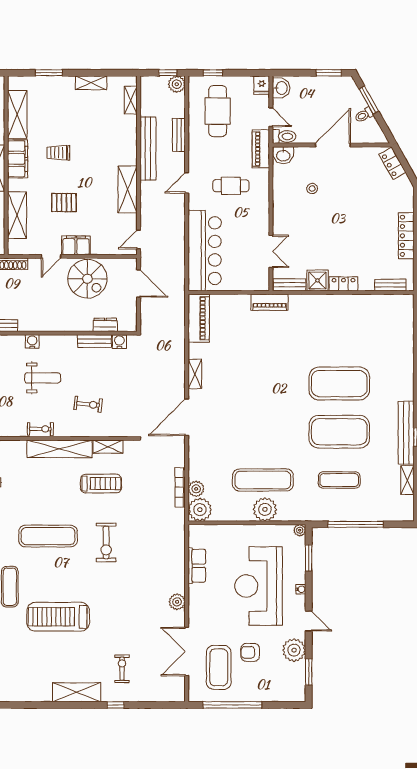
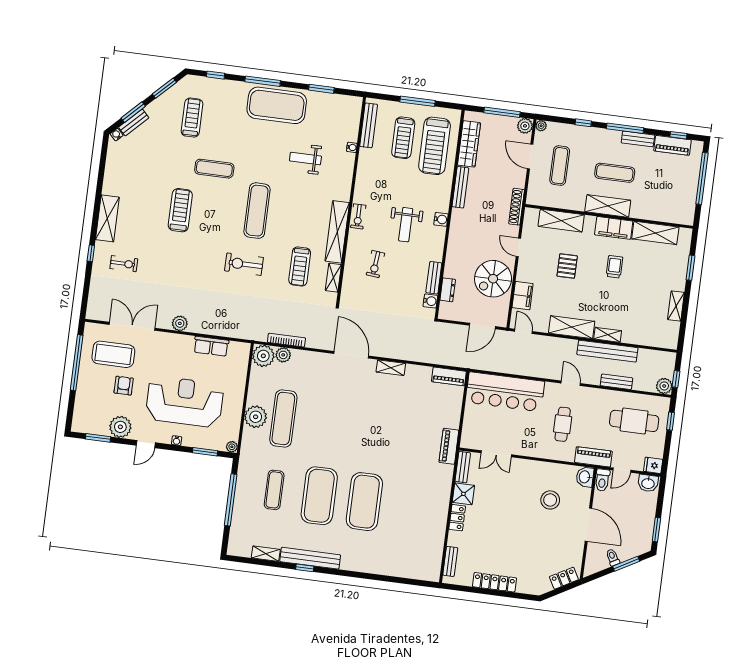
shelving: (131, 100) -> (608, 335), moved
stool: (312, 188) -> (550, 500), width x1.89, depth x1.89
filing cabinet: (76, 245) -> (523, 296), moved
piano: (199, 318) -> (449, 376), width x0.73, depth x0.75
treadmill: (58, 617) -> (180, 210), width x0.73, depth x0.73

